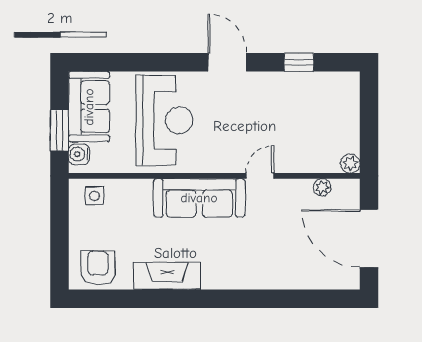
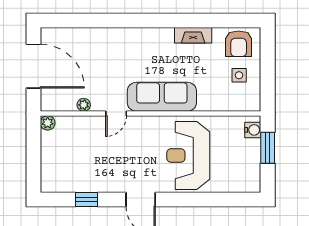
sofa: (89, 107) -> (245, 166), removed
plant: (322, 187) -> (84, 105), moved
side table: (95, 196) -> (239, 75), moved
fireplace: (167, 276) -> (193, 35), width x0.73, depth x0.76

